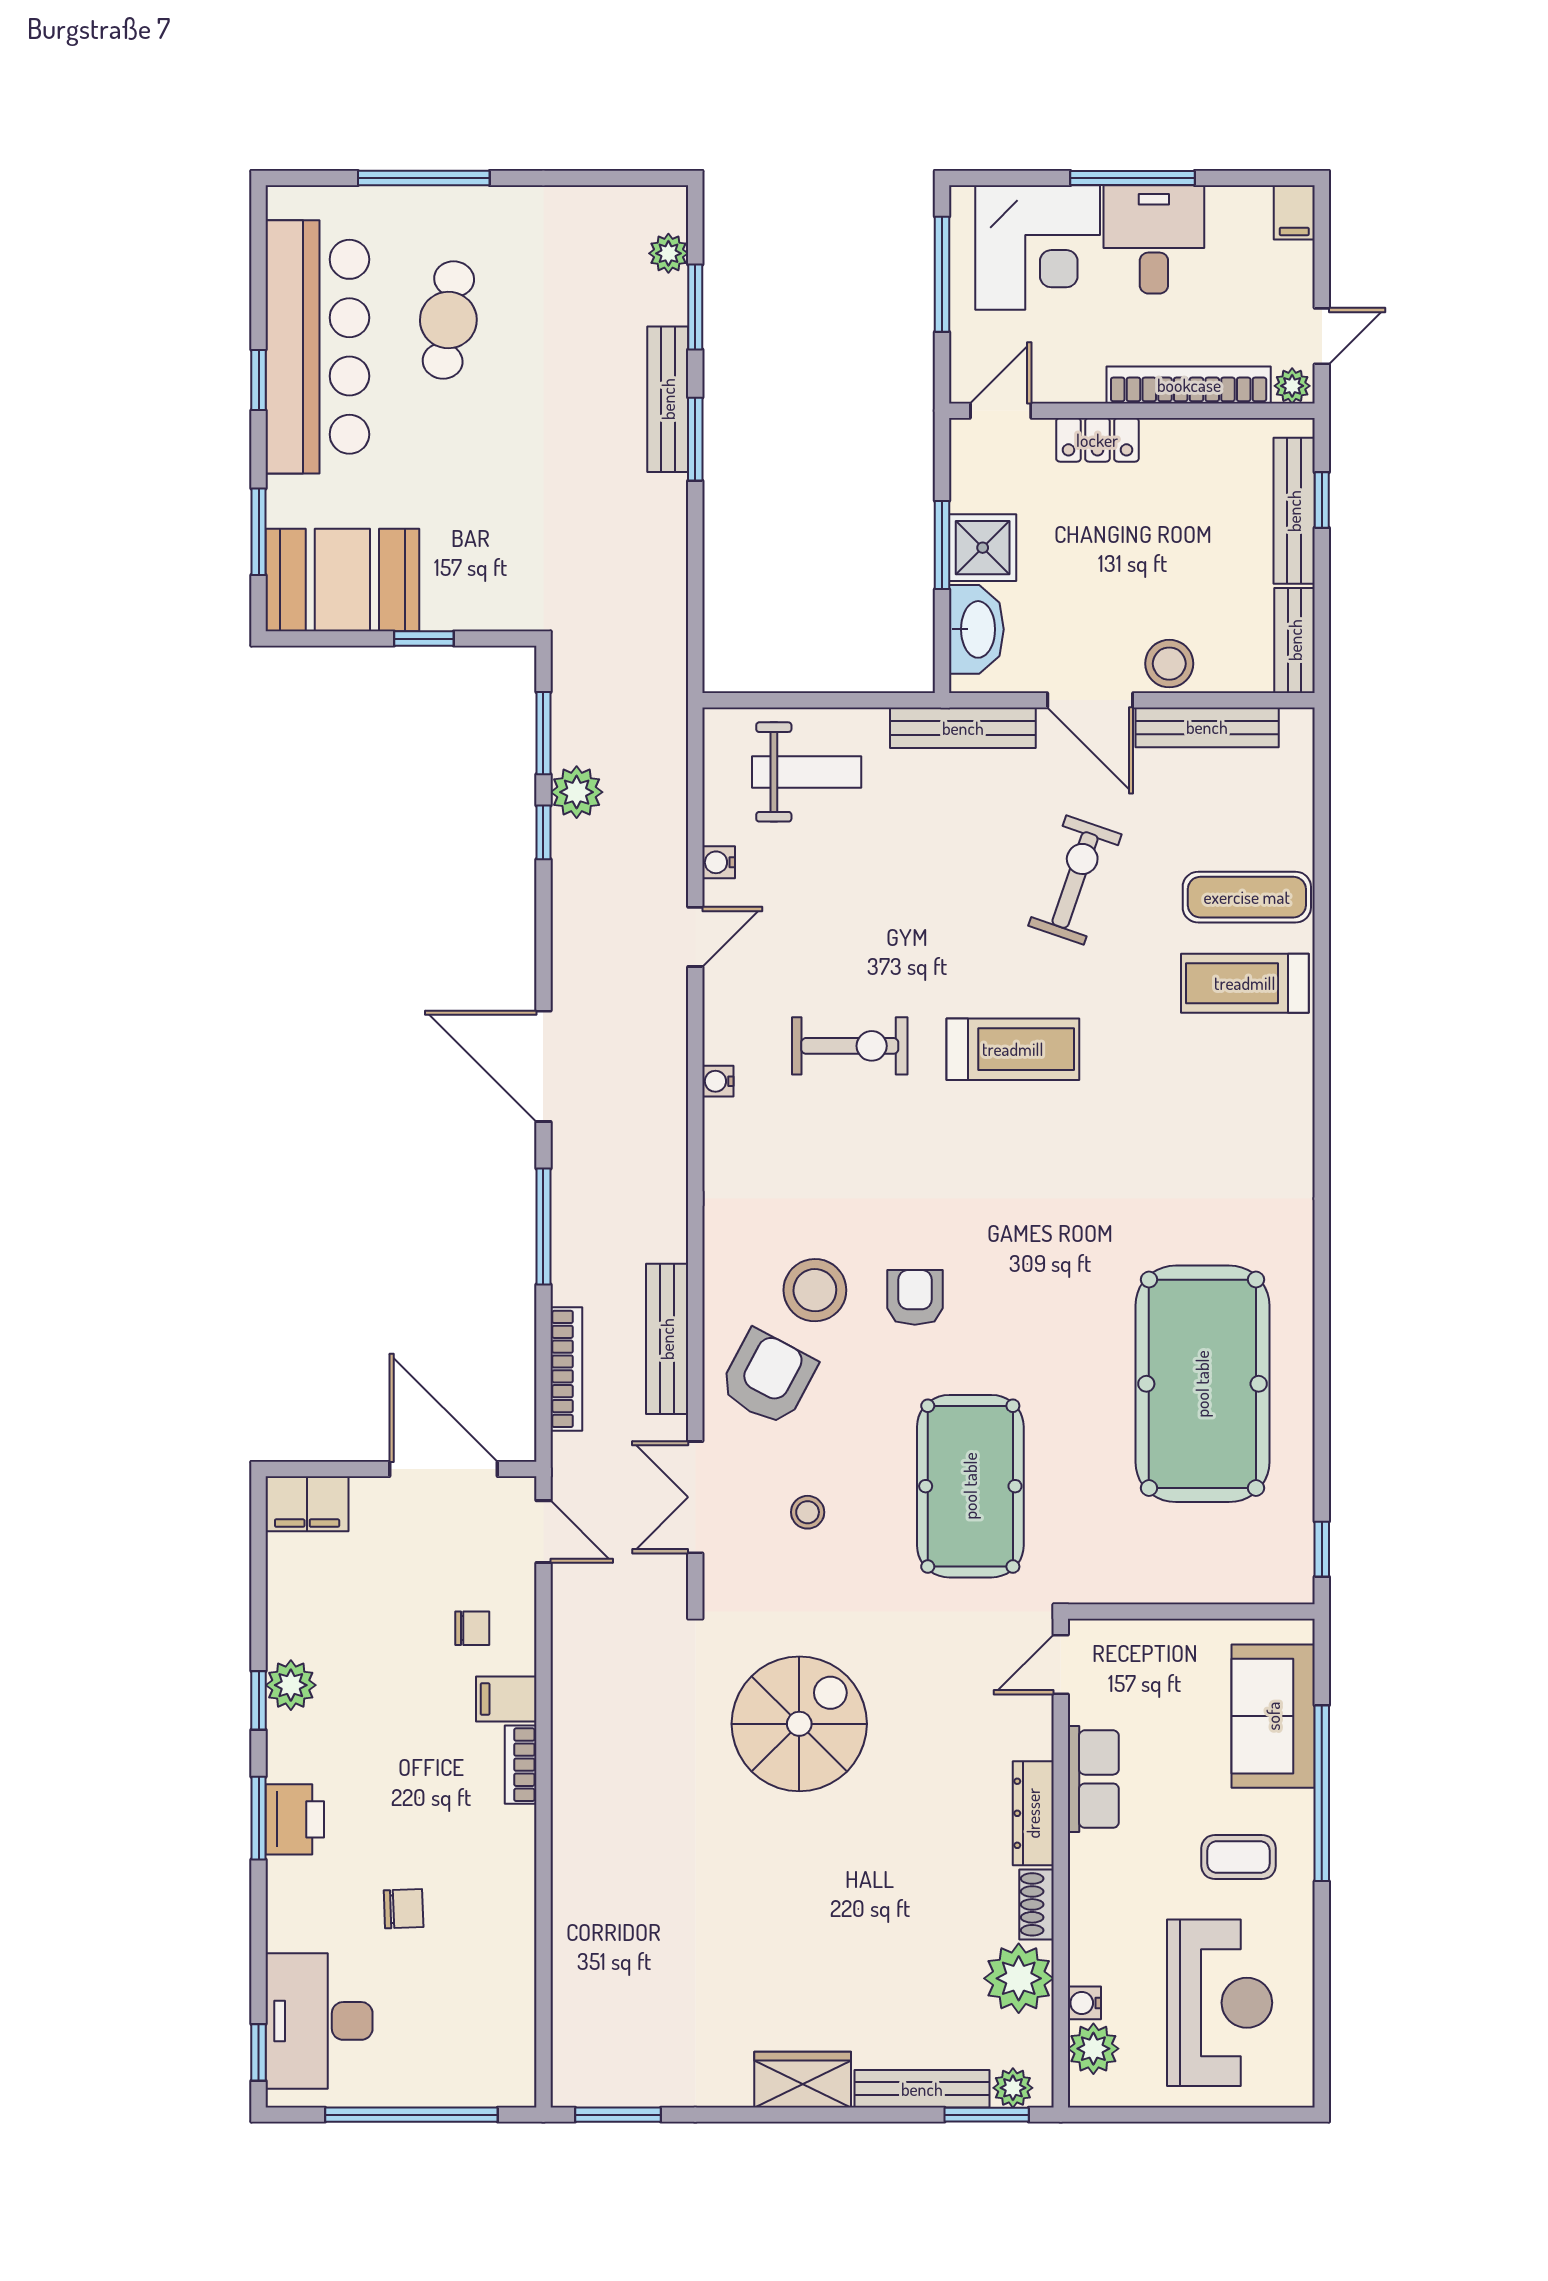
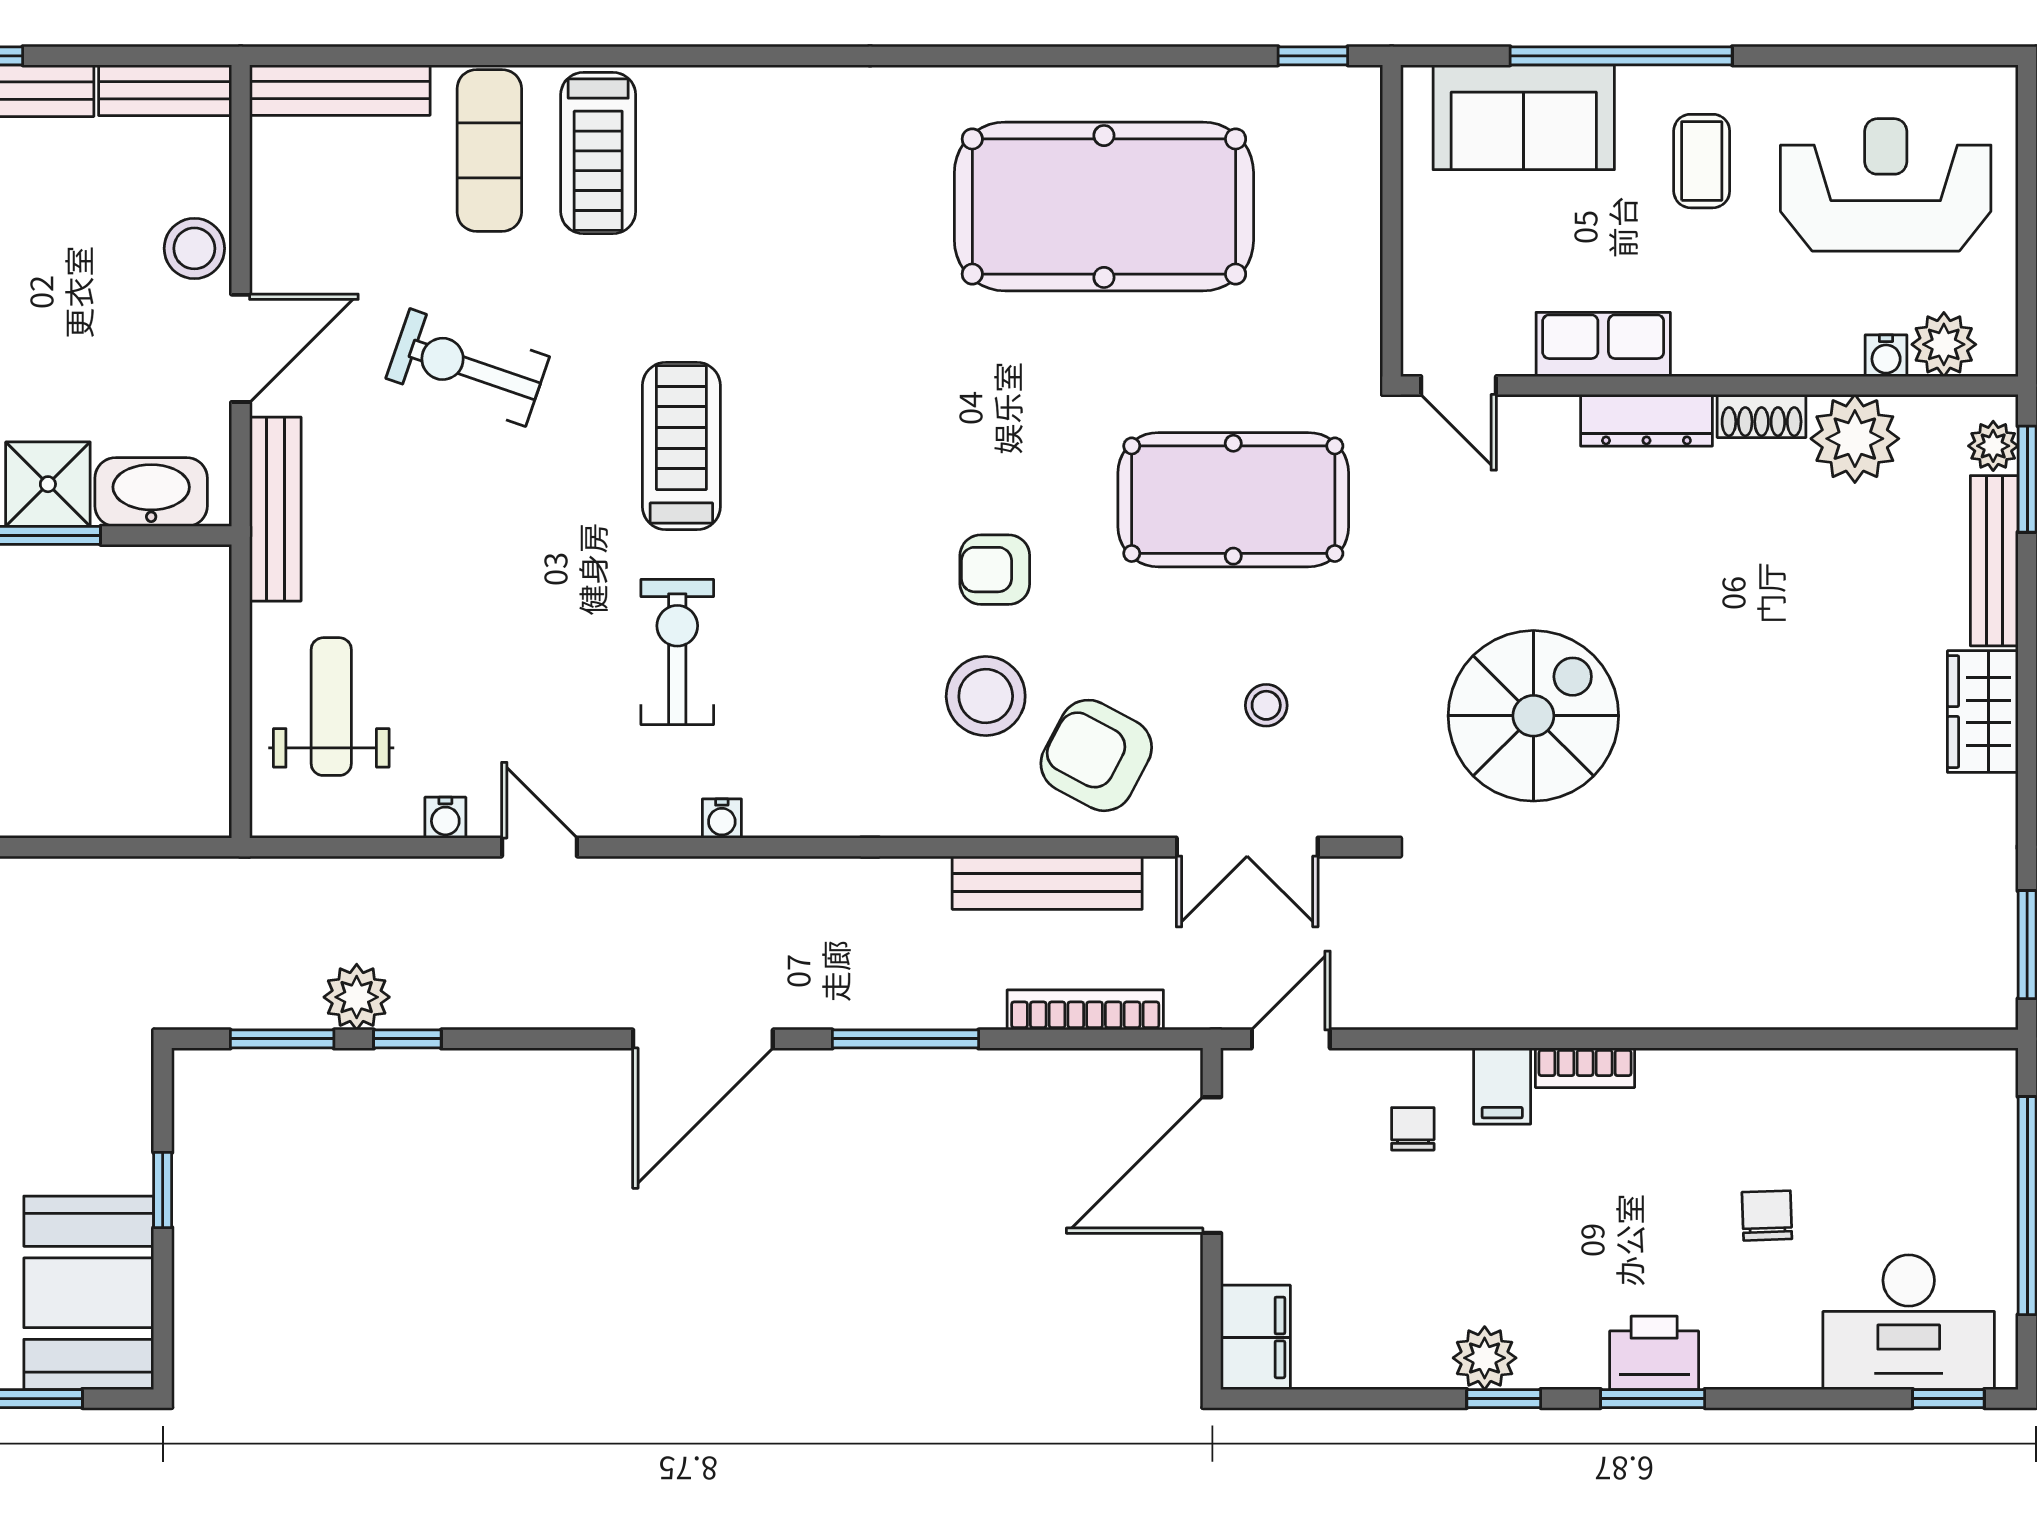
bench: (1207, 727) -> (340, 90), moved, turned 90
spiral stairs: (799, 1724) -> (1533, 716), turned 90

